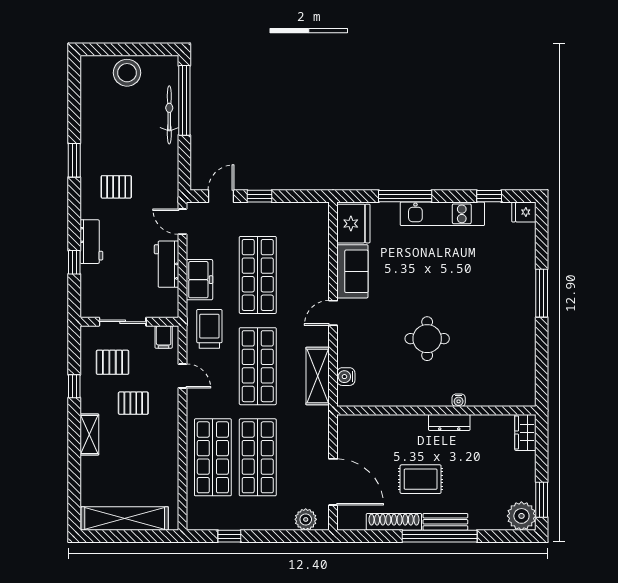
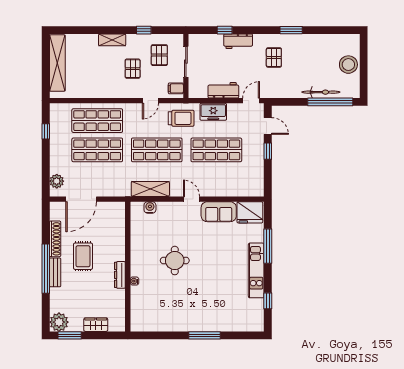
fridge: (524, 212) -> (257, 324), removed
wardrobe: (525, 433) -> (96, 325), moved

